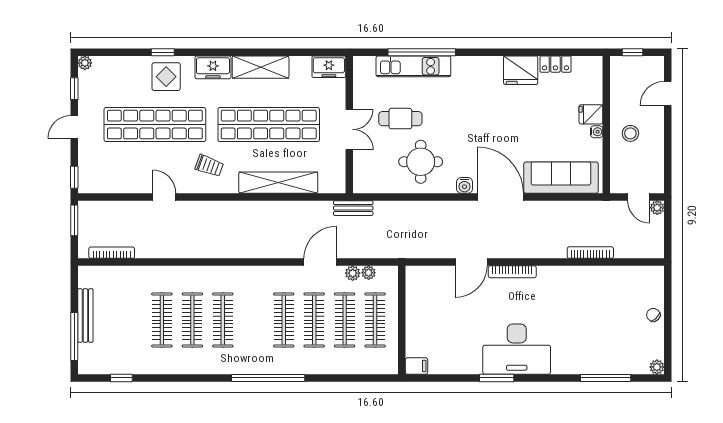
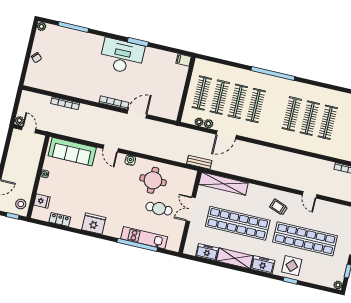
freezer: (329, 67) -> (207, 252), moved
fridge: (521, 70) -> (94, 224), moved
fridge: (591, 114) -> (42, 201), moved
stool: (630, 133) -> (21, 204), moved
shelving: (278, 183) -> (223, 184), moved
door: (500, 197) -> (111, 148), width x0.53

